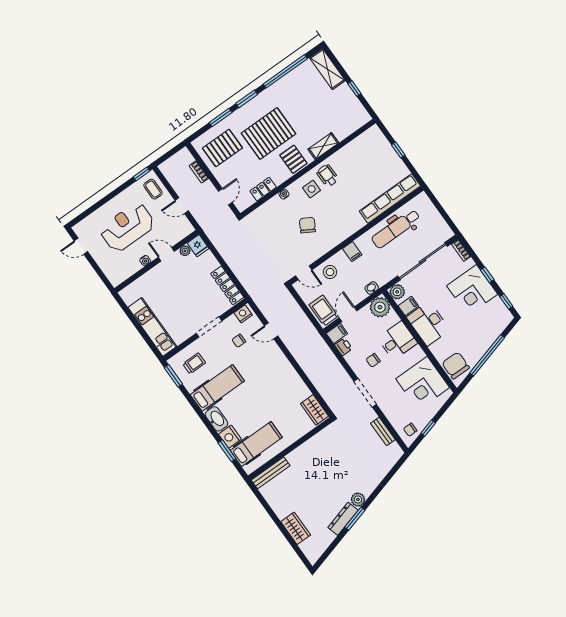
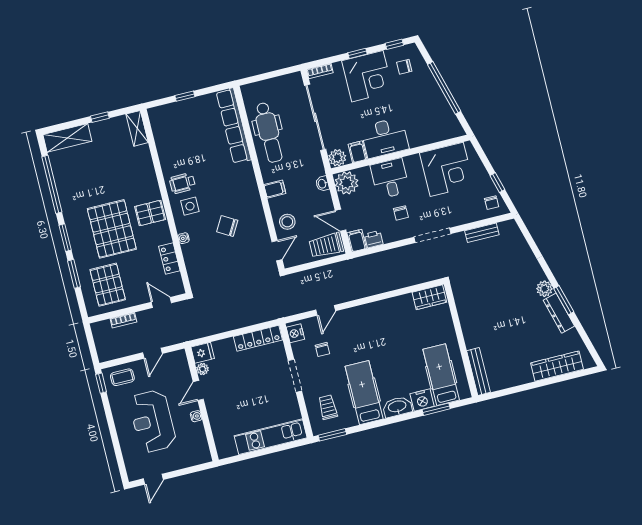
shelving: (323, 146) -> (137, 128), moved
chair: (456, 366) -> (404, 67), moved, width x0.54, depth x0.54
wardrobe: (296, 528) -> (557, 366), width x1.50

